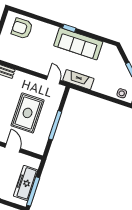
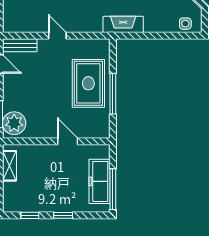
door: (53, 80) -> (57, 36), moved
rug: (28, 113) -> (88, 83), moved

